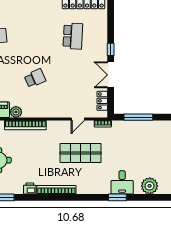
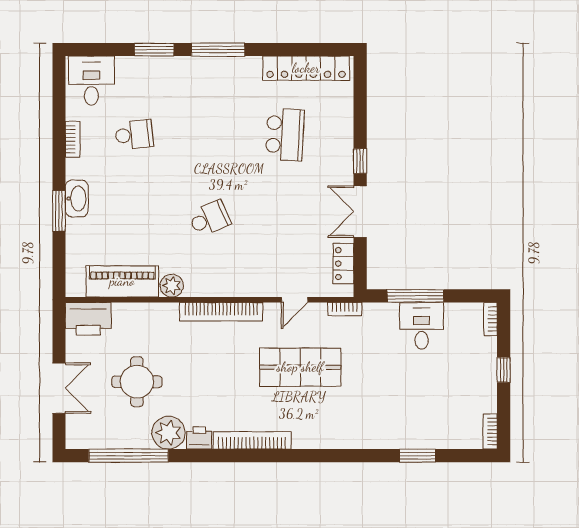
bookcase: (25, 125) -> (221, 312), moved
desk: (122, 182) -> (422, 326), moved, turned 180
plant: (150, 186) -> (168, 433), moved
window: (117, 197) -> (418, 456), moved

